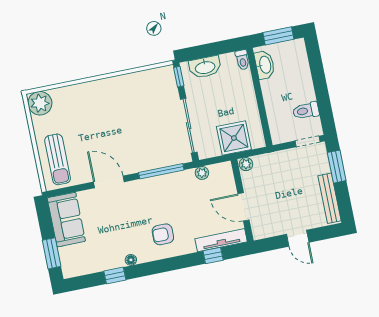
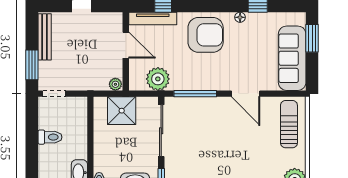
toilet: (306, 111) -> (50, 137), moved
plant: (202, 173) -> (158, 79), width x1.88, depth x1.88
sofa: (66, 220) -> (292, 58), width x1.36
armchair: (163, 234) -> (206, 35), width x1.88, depth x1.88

